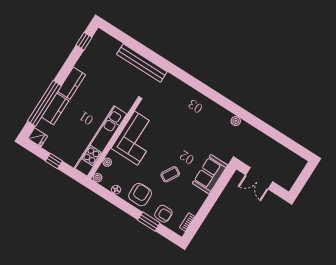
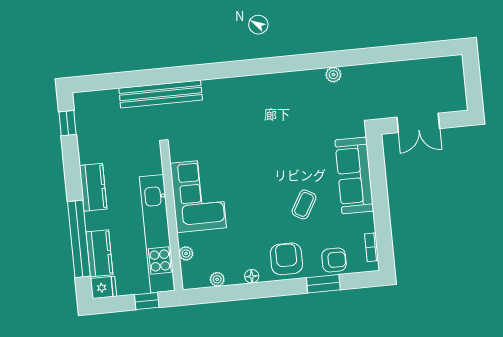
kitchen counter: (55, 109) -> (99, 253), moved
corner sofa: (136, 138) -> (198, 196), moved
wall: (114, 139) -> (172, 219), moved
kitchen unit: (101, 141) -> (157, 234), moved
plant: (107, 162) -> (186, 253), moved
sofa: (210, 174) -> (354, 175), width x1.36

